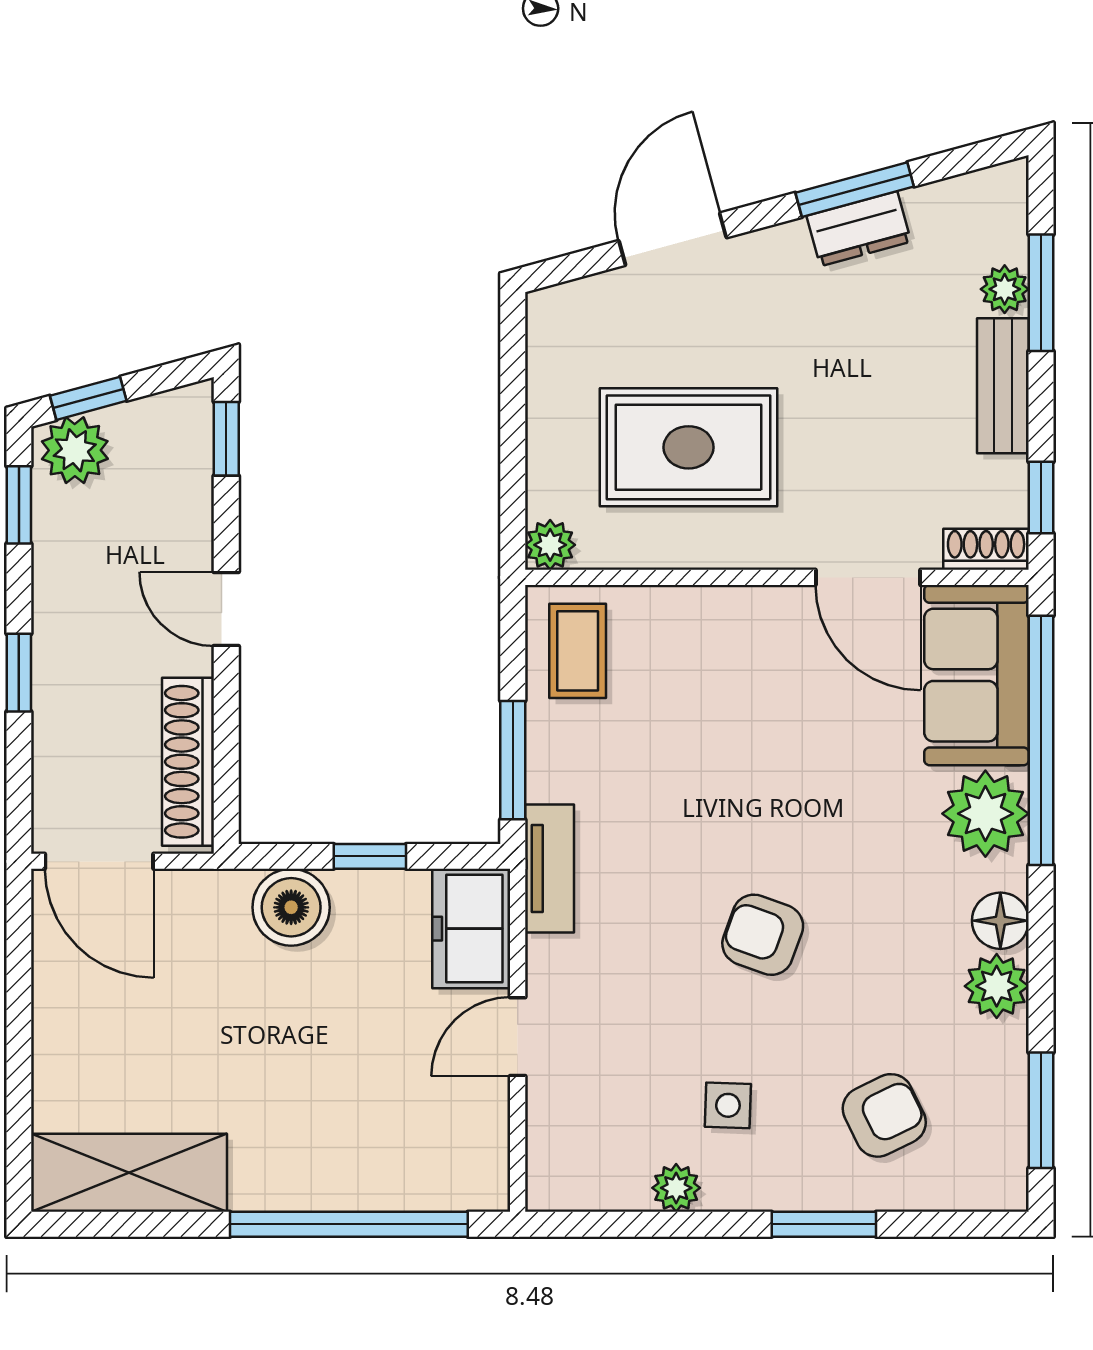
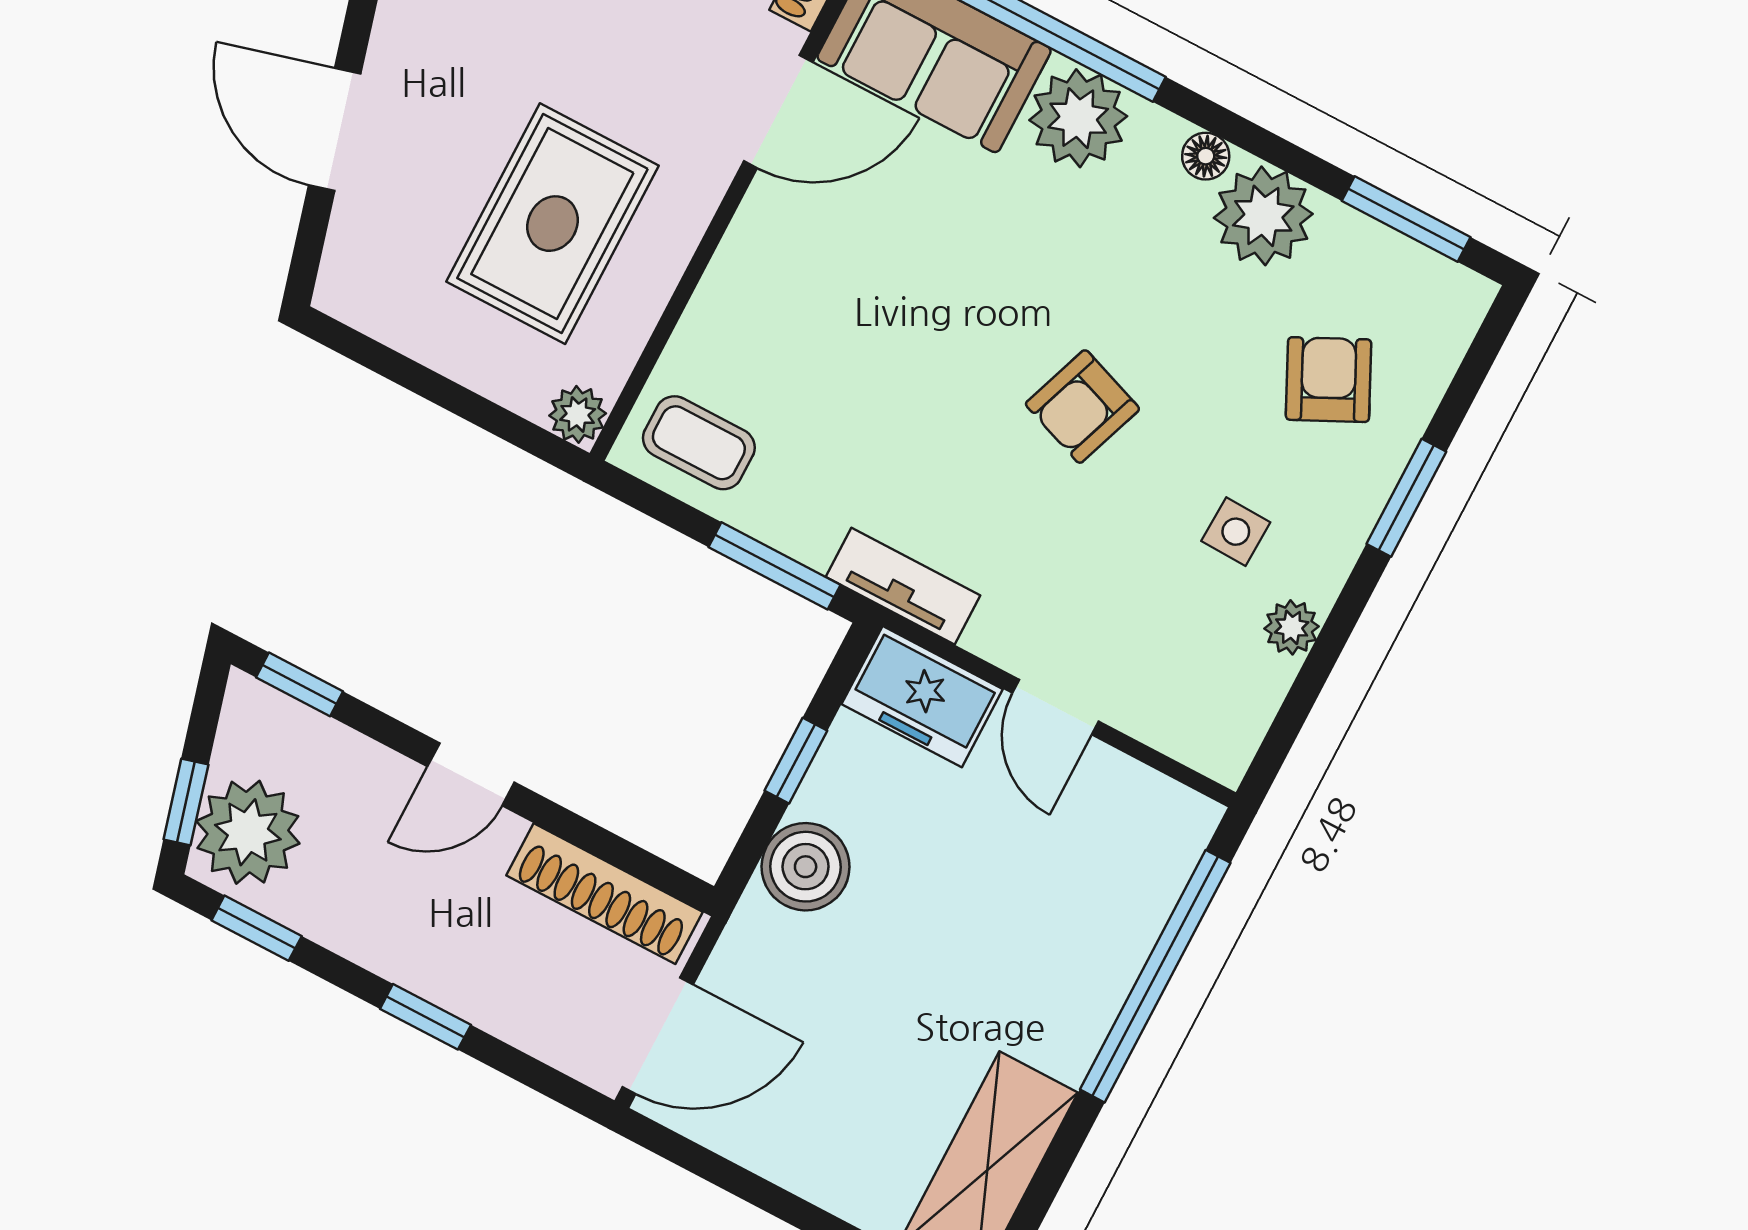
plant: (75, 450) -> (248, 832), width x1.36, depth x1.36
floor lamp: (1000, 921) -> (1206, 156), width x0.73, depth x0.73
plant: (997, 986) -> (1263, 216), width x1.36, depth x1.36

